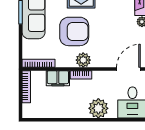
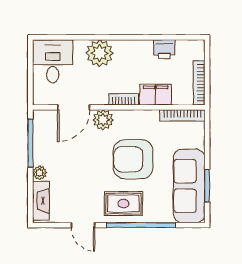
plant: (83, 60) -> (103, 120), moved
door: (128, 69) -> (74, 107), moved
printer: (52, 111) -> (164, 49), added

